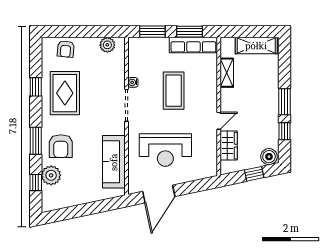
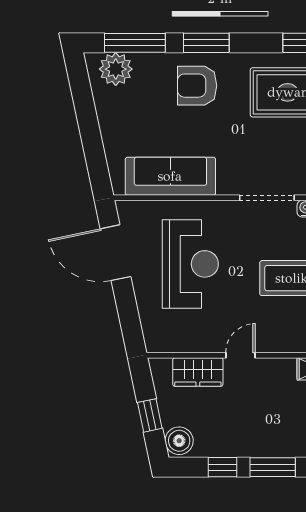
door: (219, 121) -> (240, 355), swing flipped
reception desk: (165, 150) -> (190, 264), turned 180
plant: (51, 175) -> (116, 69), moved
window: (36, 183) -> (135, 43), width x2.17

